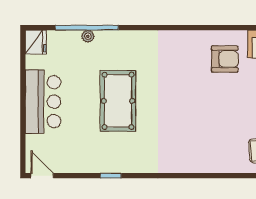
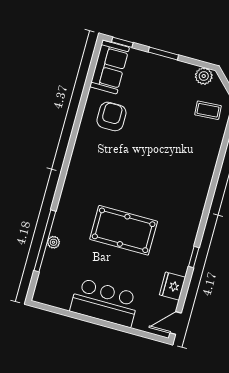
fridge: (36, 42) -> (172, 286), moved, turned -90

